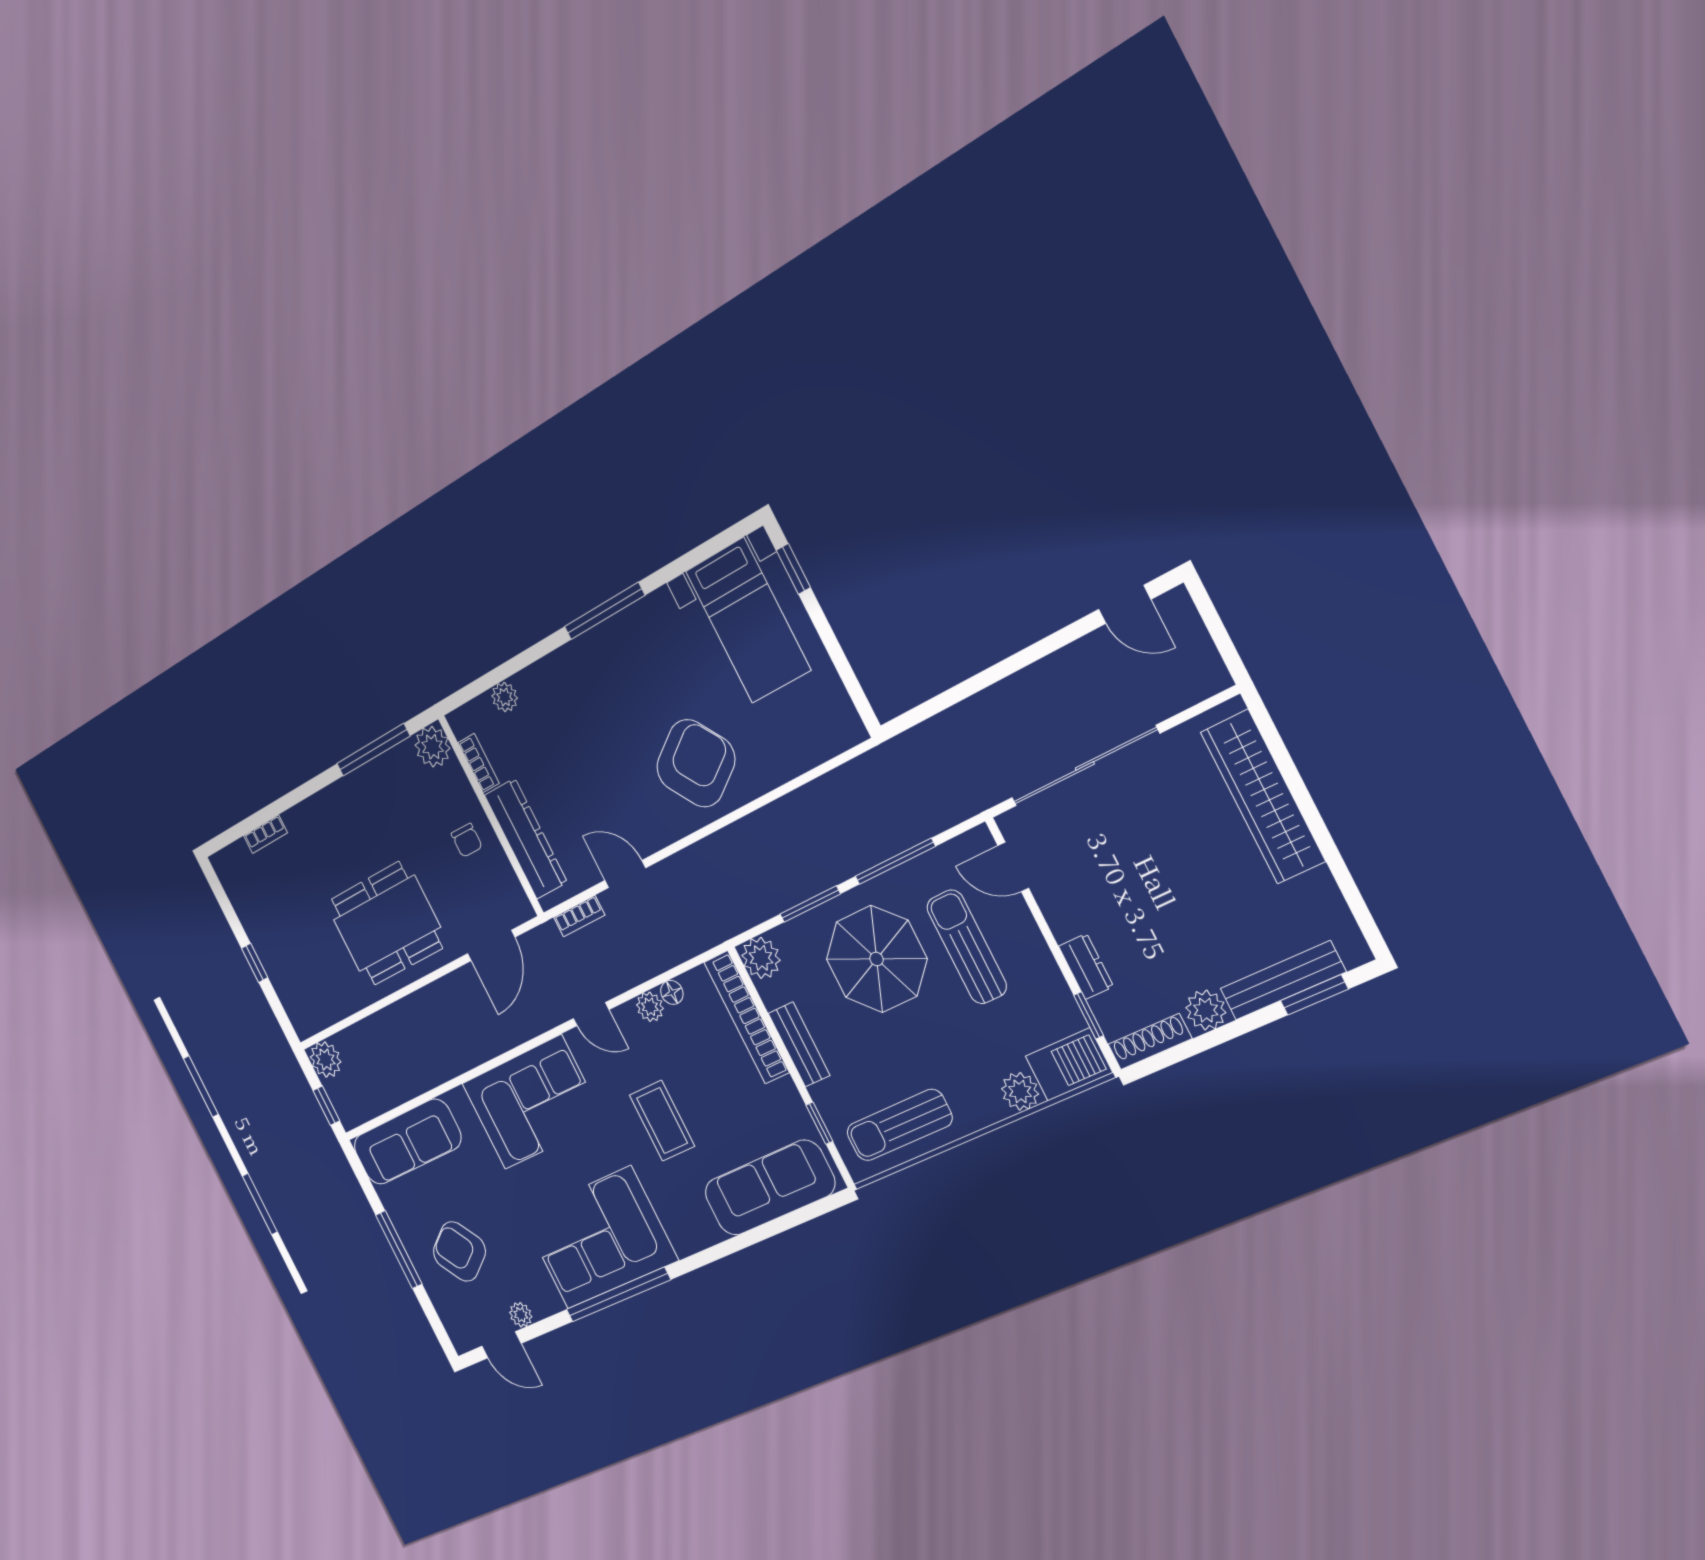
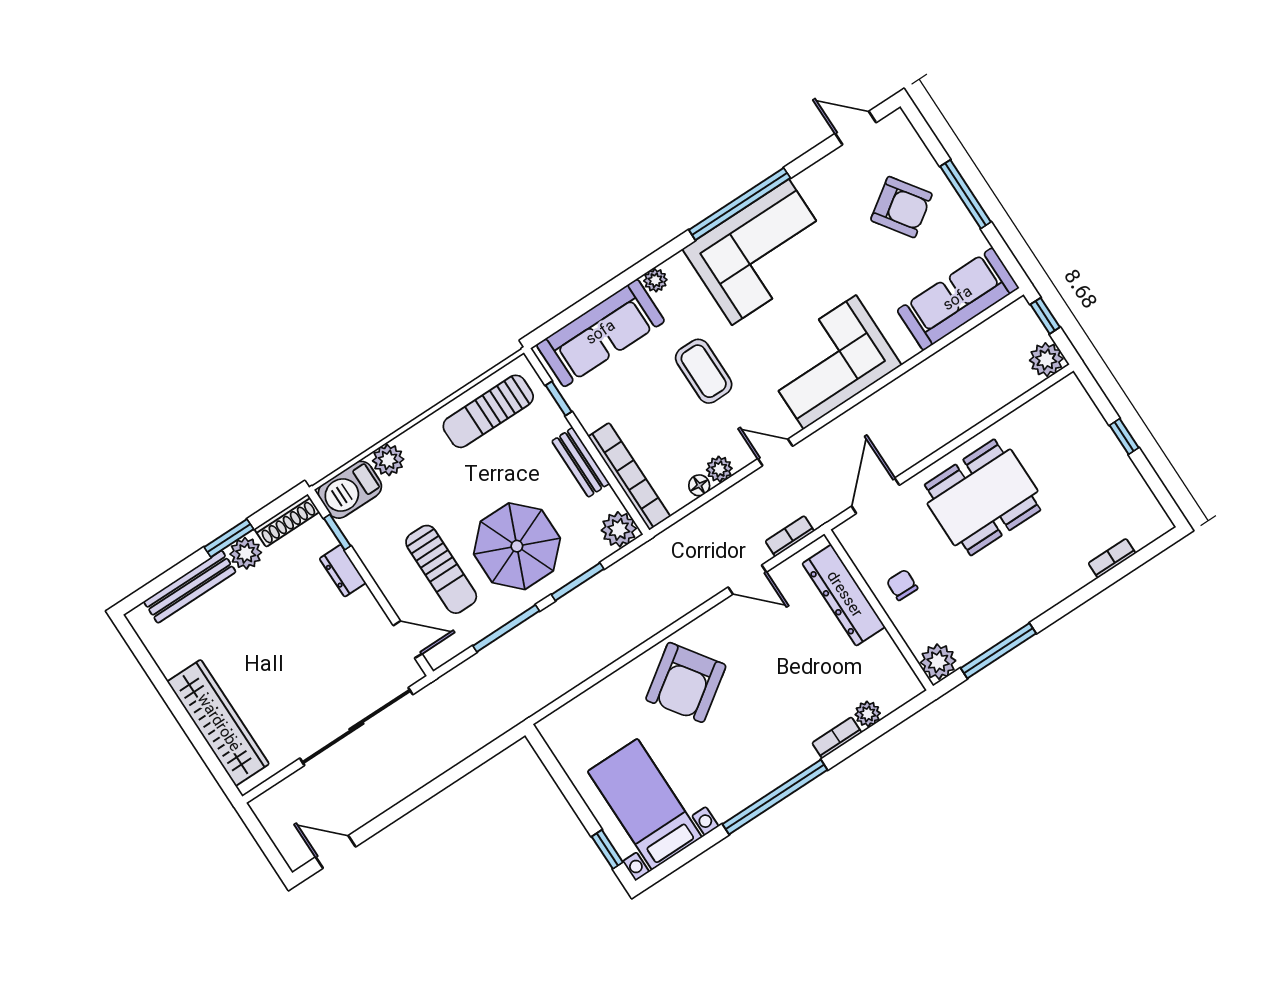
window: (605, 611) -> (775, 797), width x1.46
bookcase: (479, 763) -> (837, 738), moved, turned 90
window: (1314, 995) -> (229, 538), moved
sun lounger: (899, 1125) -> (488, 411), turned 180
plant: (521, 1315) -> (655, 280), moved

